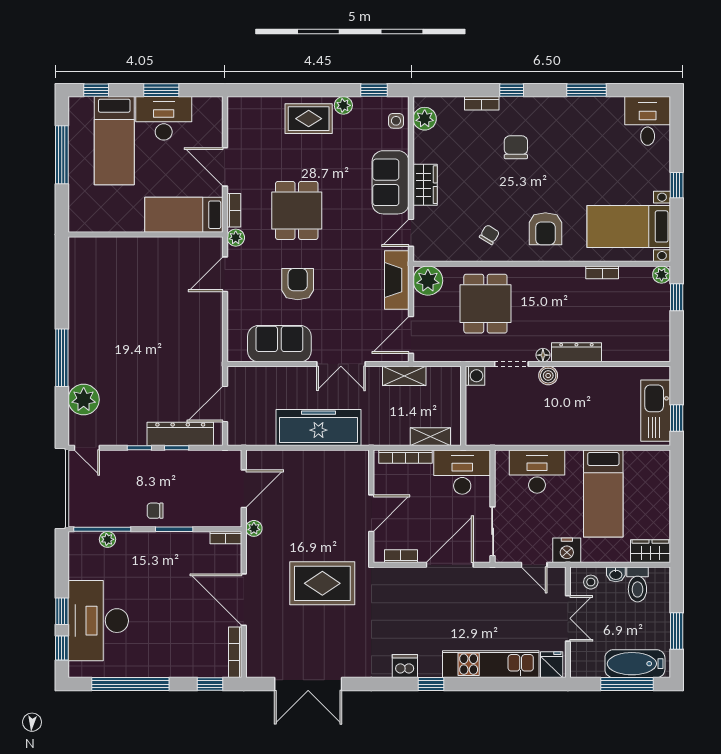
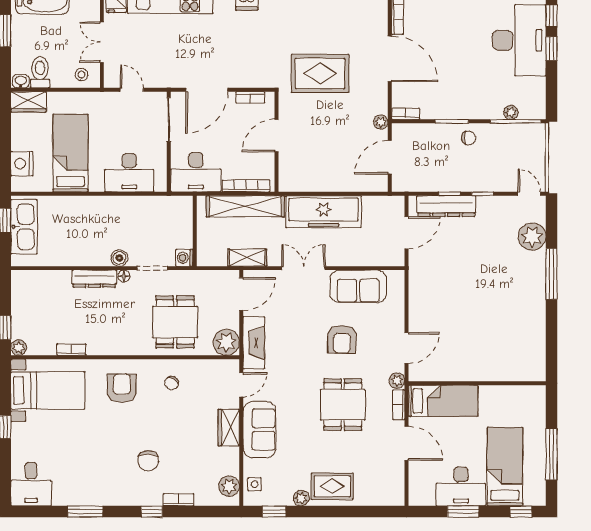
shelving: (430, 437) -> (245, 206), width x2.20, depth x1.33
nightstand: (567, 550) -> (22, 164), moved, turned -90
washbasin: (616, 574) -> (21, 81), moved

